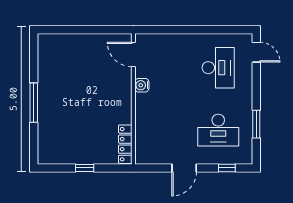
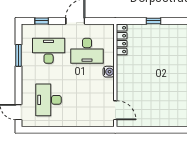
water cooler: (142, 85) -> (109, 72), moved
desk: (169, 130) -> (87, 51), added

